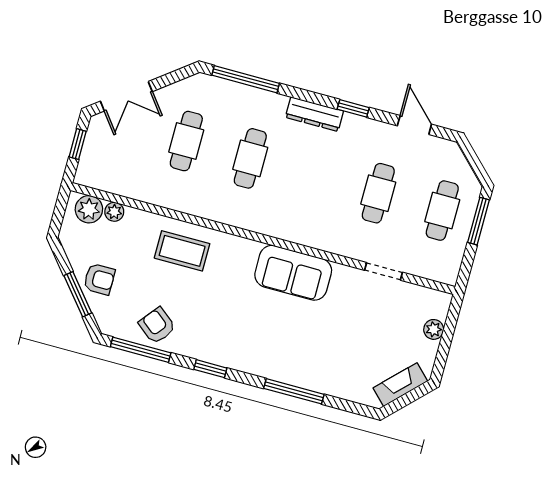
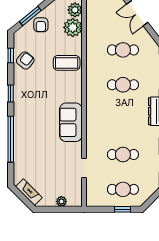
plant: (114, 212) -> (73, 27), width x1.87, depth x1.87
window: (478, 221) -> (123, 209), width x0.67
coffee table: (182, 251) -> (67, 63), turned 90
window: (141, 350) -> (11, 56), width x0.46
window: (294, 391) -> (11, 139), width x1.46

